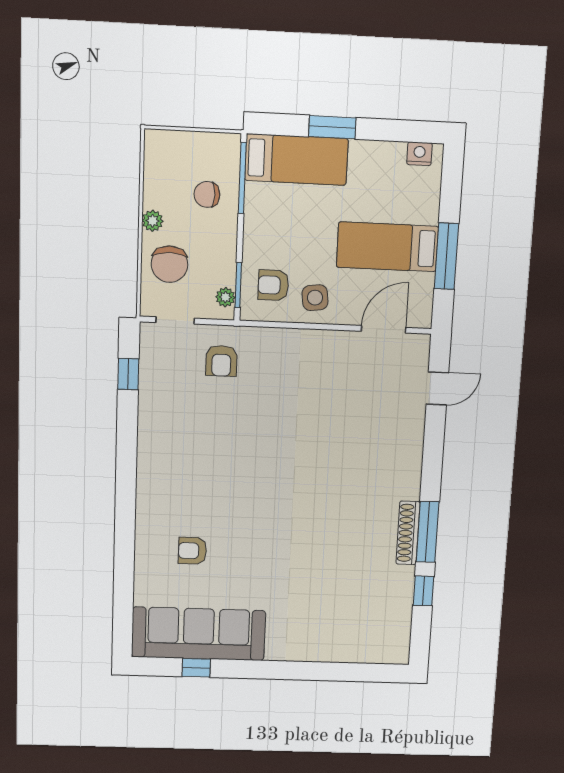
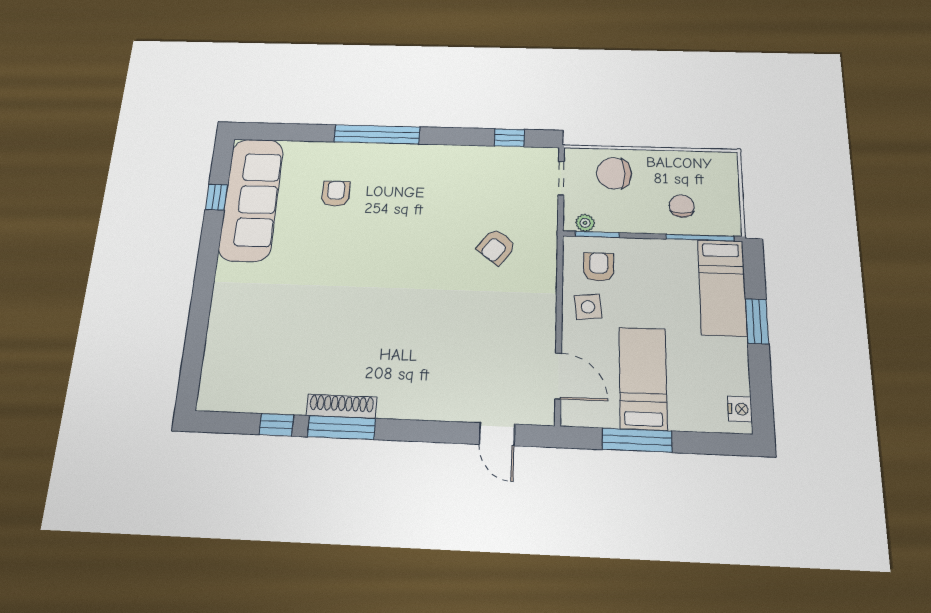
plant: (153, 221) -> (654, 159), removed
armchair: (221, 361) -> (496, 247), moved, turned -53
window: (125, 512) -> (377, 134), added

